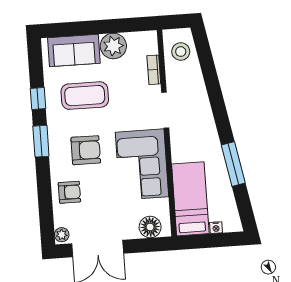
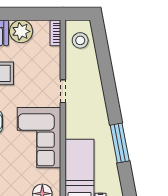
bookcase: (154, 70) -> (55, 33), moved
doorway: (165, 110) -> (63, 91), width x0.73

